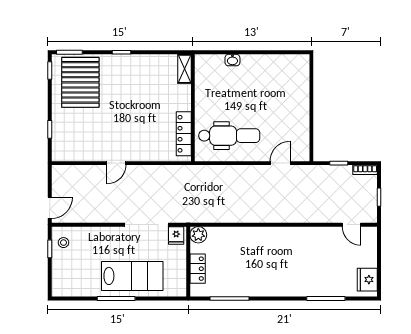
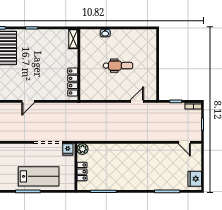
dental chair: (229, 136) -> (118, 66), moved, width x0.73, depth x0.72

